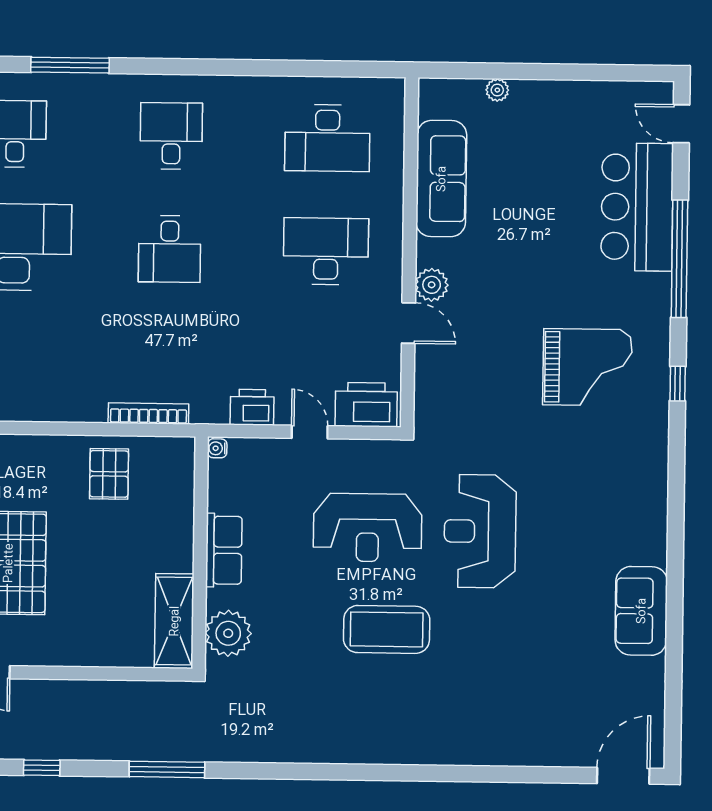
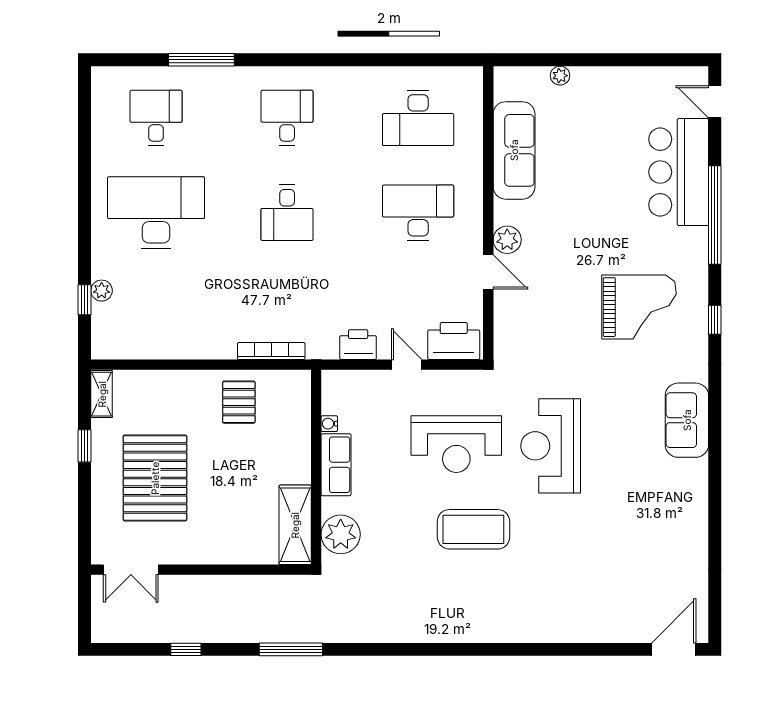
water cooler: (217, 448) -> (329, 424), moved
sofa: (641, 611) -> (687, 420), moved

